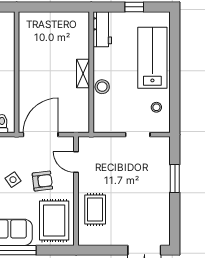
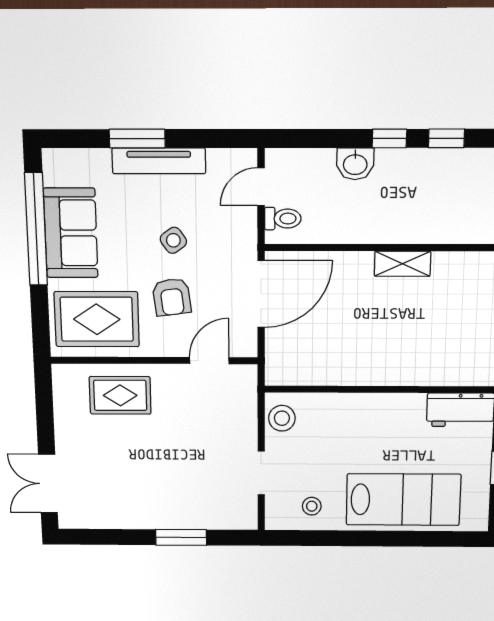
shelving: (83, 74) -> (403, 264), moved
stool: (102, 87) -> (282, 418), moved
door: (41, 135) -> (261, 294), hinge flipped

